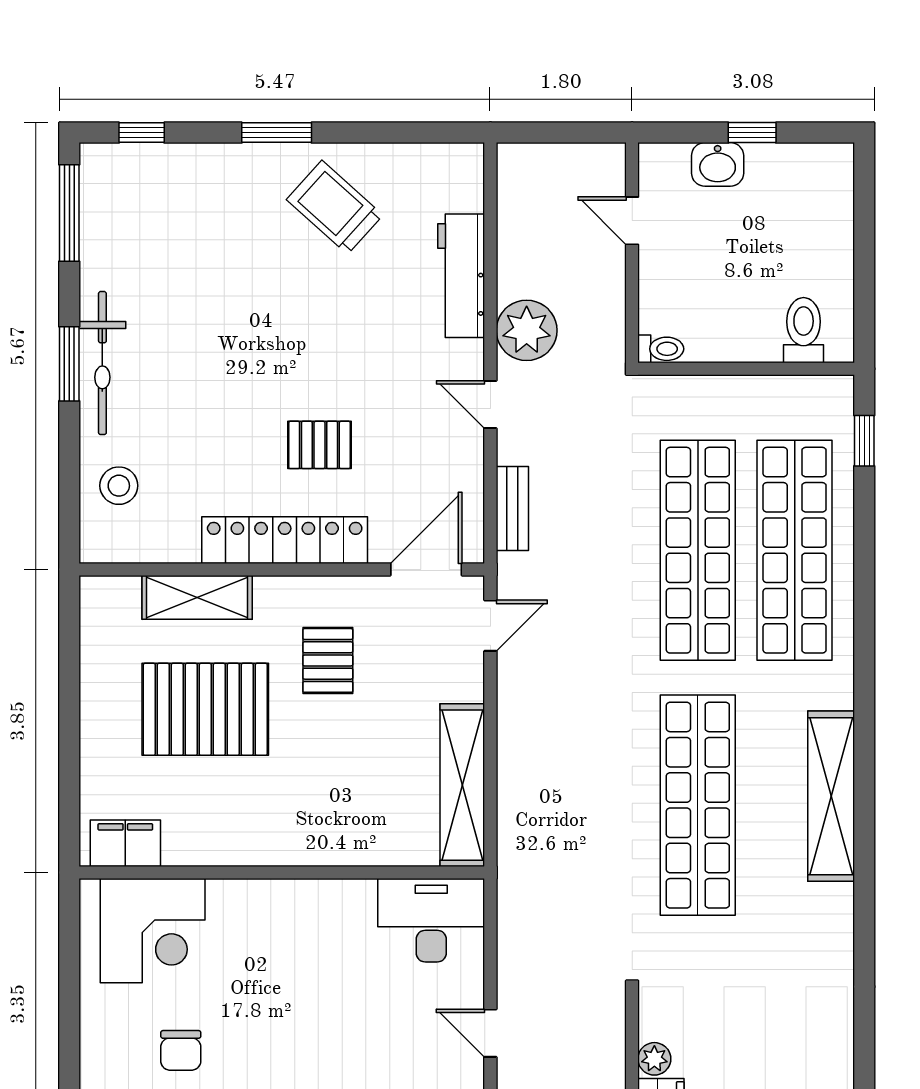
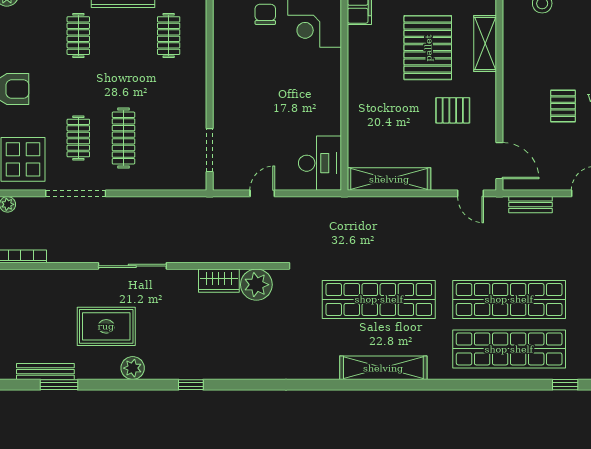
locker: (285, 540) -> (514, 88), removed
chair: (181, 1050) -> (265, 14), moved, turned 90
plant: (654, 1059) -> (256, 285), width x1.88, depth x1.88

